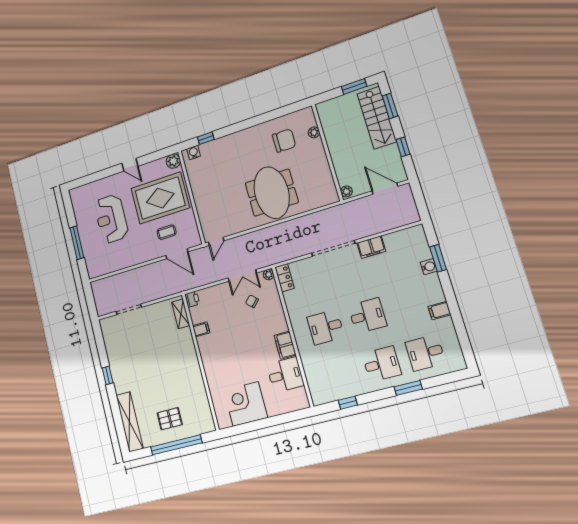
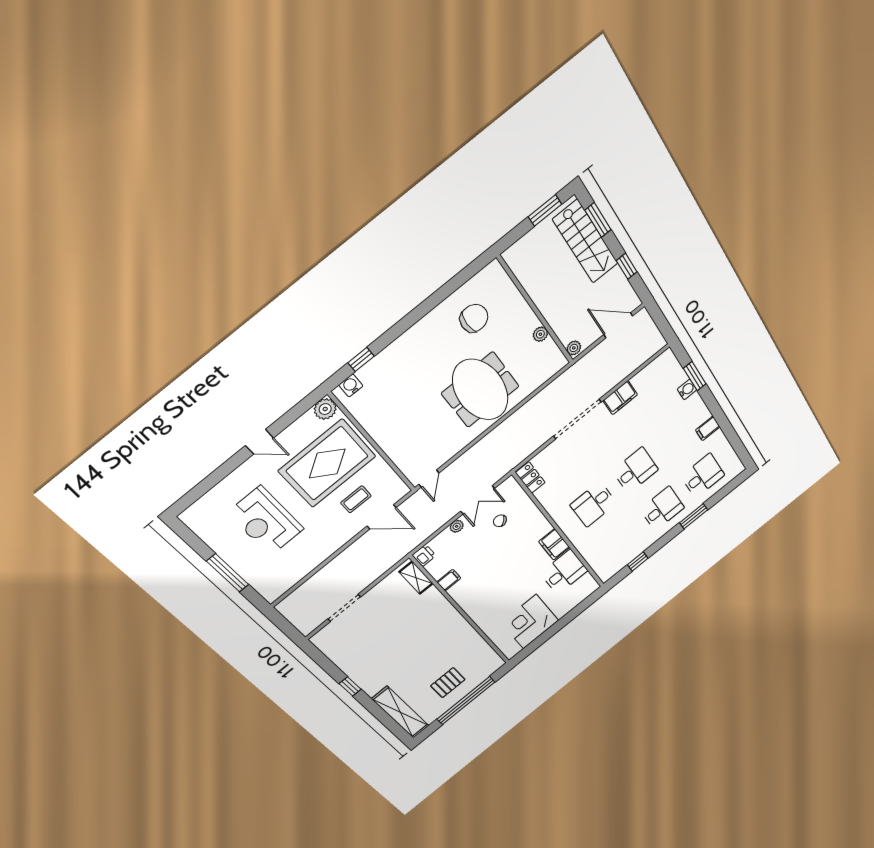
plant: (314, 132) -> (540, 334), moved
plant: (269, 275) -> (457, 526), moved
desk: (425, 353) -> (703, 476), turned 180

